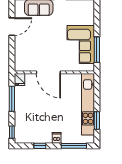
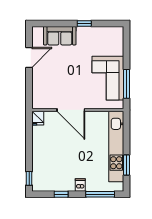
window: (12, 99) -> (29, 140), removed

